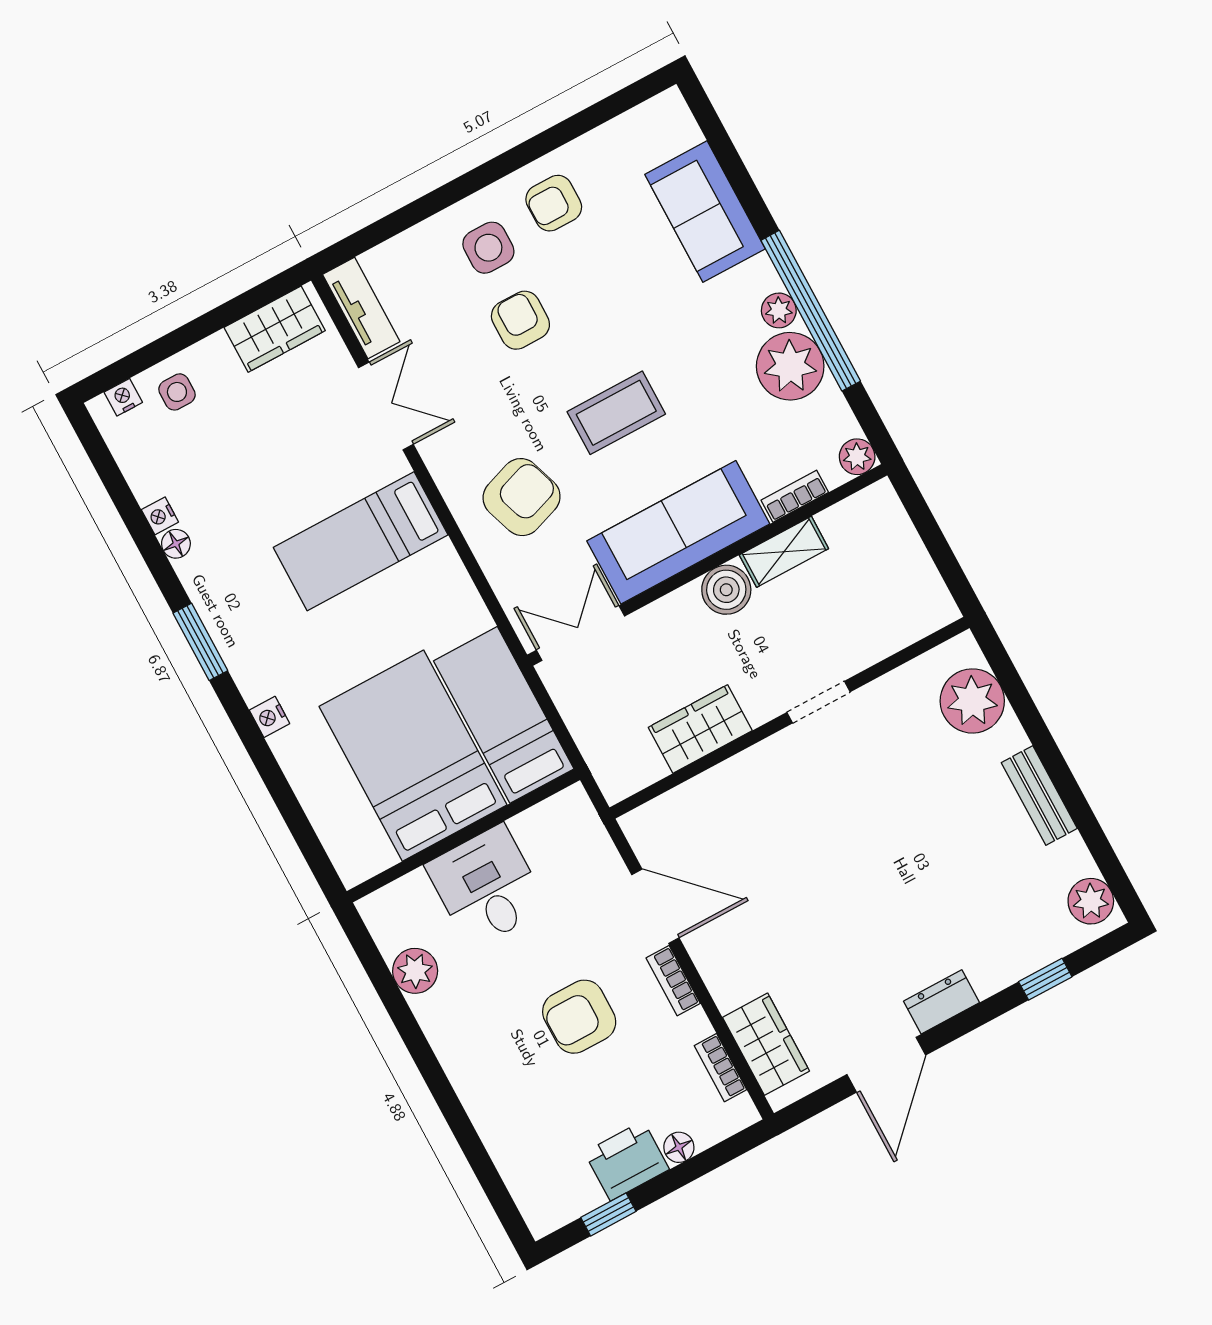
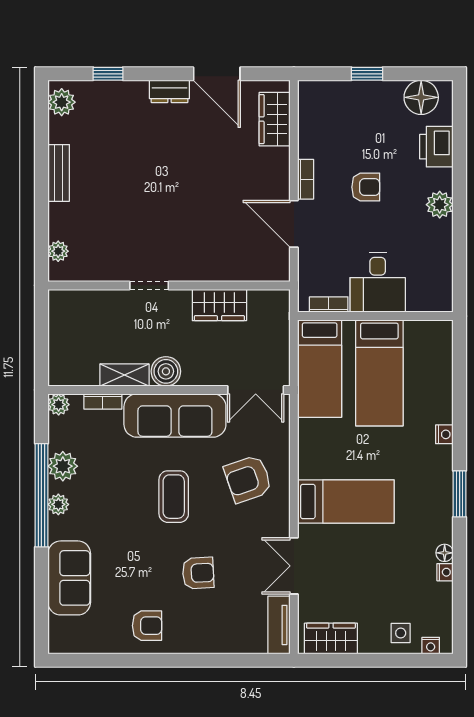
side table: (488, 248) -> (194, 621), removed
armchair: (520, 320) -> (198, 573), turned -93
plant: (790, 366) -> (63, 466), width x0.73, depth x0.73
coffee table: (616, 413) -> (174, 497), turned 90
plant: (972, 701) -> (58, 251), width x0.53, depth x0.53
bed: (413, 756) -> (379, 373), width x0.67
plant: (415, 971) -> (440, 205), moved
armchair: (579, 1017) -> (366, 187), width x0.72, depth x0.72
door: (886, 1065) -> (217, 74), swing flipped
bookcase: (720, 1068) -> (329, 304), moved, turned -90
floor lamp: (679, 1147) -> (421, 97), moved, width x1.89, depth x1.89
printer: (627, 1161) -> (436, 147), moved, turned 90
window: (608, 1214) -> (367, 74), moved

